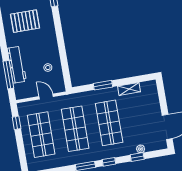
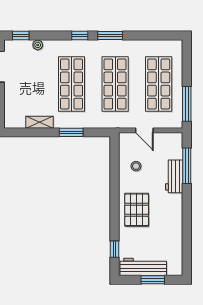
pallet: (25, 21) -> (137, 210), moved, turned 90
workbench: (17, 65) -> (174, 176), width x0.73
window: (17, 123) -> (187, 104), width x2.17
window: (137, 157) -> (21, 36), moved

